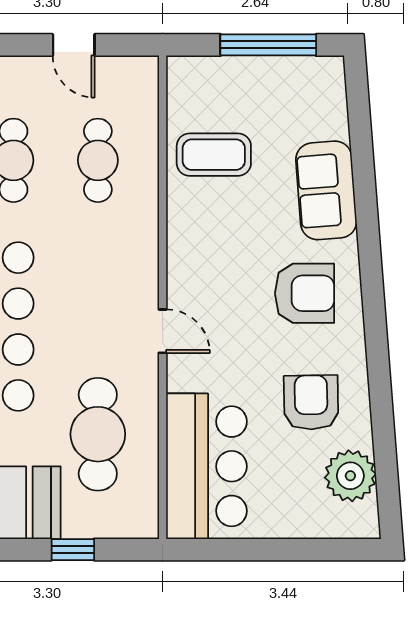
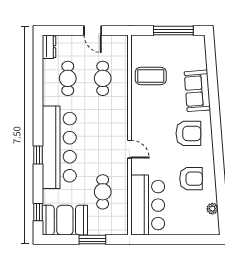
armchair: (311, 402) -> (191, 179), turned 91
cafe table: (98, 434) -> (103, 192), width x0.73, depth x0.74
plant: (350, 476) -> (212, 209), width x0.53, depth x0.53
window: (73, 550) -> (92, 240), width x1.50

